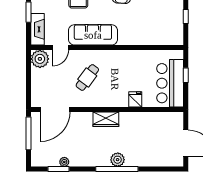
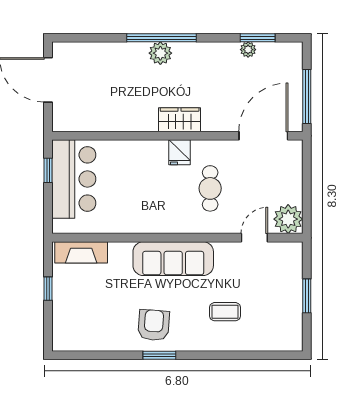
fireplace: (37, 29) -> (81, 252), moved, turned -90
sofa: (93, 35) -> (173, 259), moved
window: (186, 75) -> (48, 170), moved
cafe table: (87, 77) -> (210, 188), turned -37
fridge: (135, 99) -> (180, 152), moved

